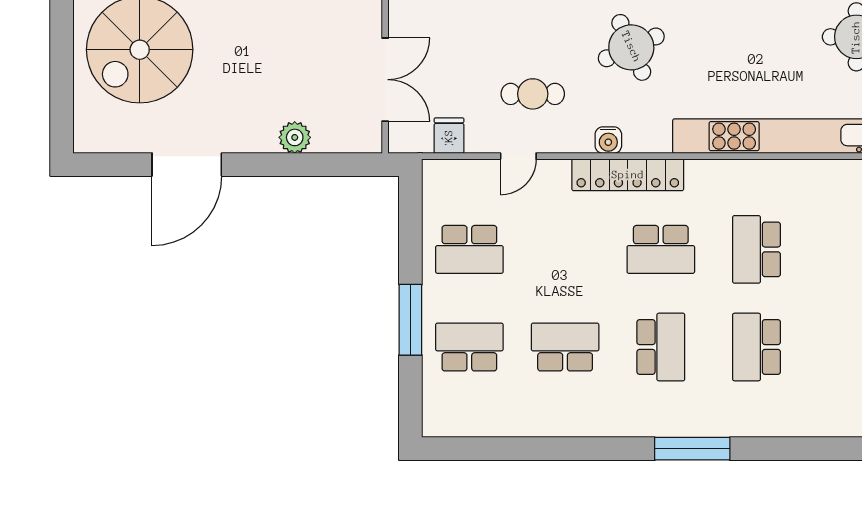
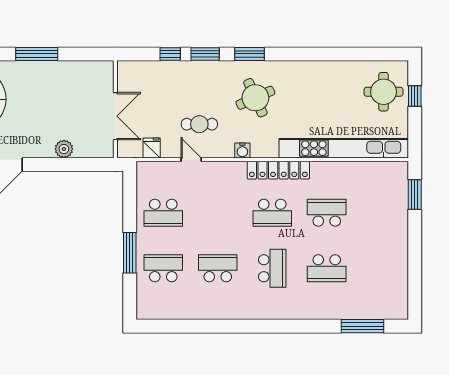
door: (518, 156) -> (191, 160), swing flipped
locker: (628, 175) -> (278, 170), moved
school desk: (757, 249) -> (327, 213), turned 90
school desk: (757, 347) -> (327, 268), turned -90
window: (692, 449) -> (363, 326), moved

